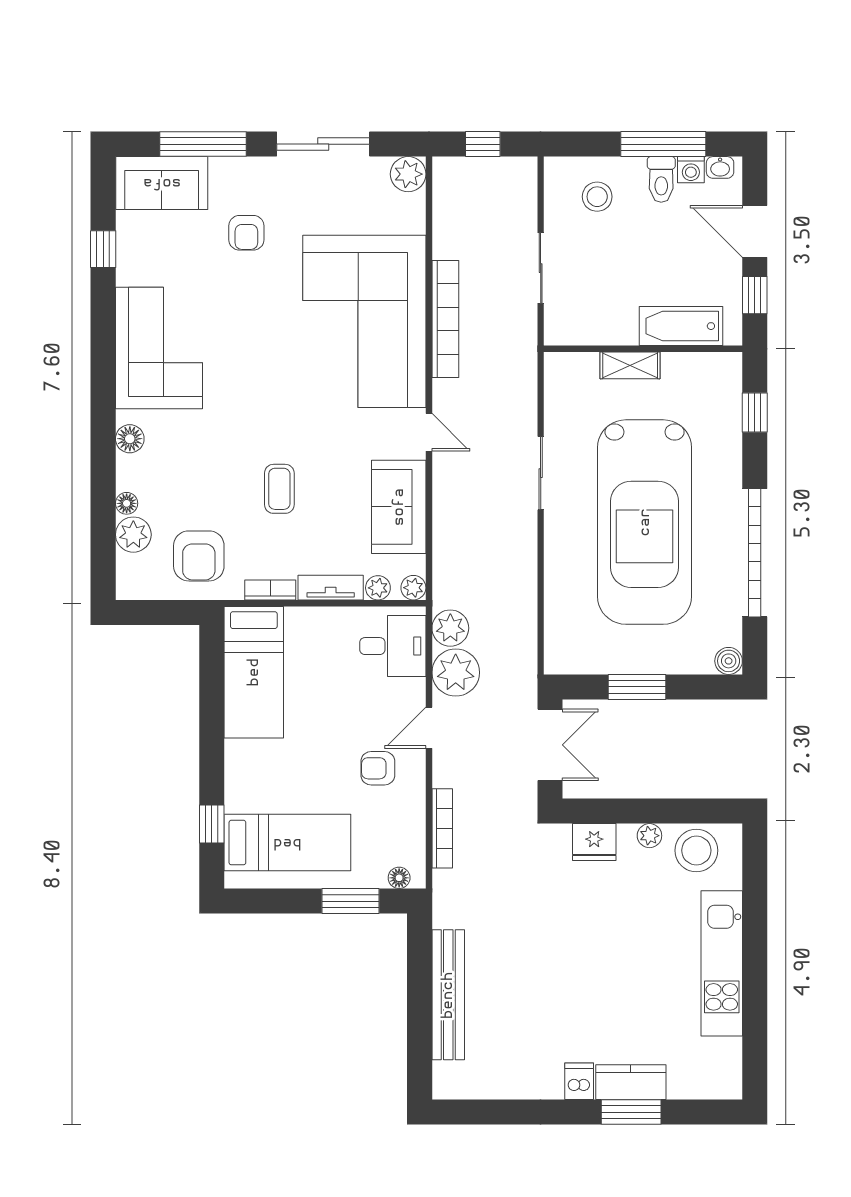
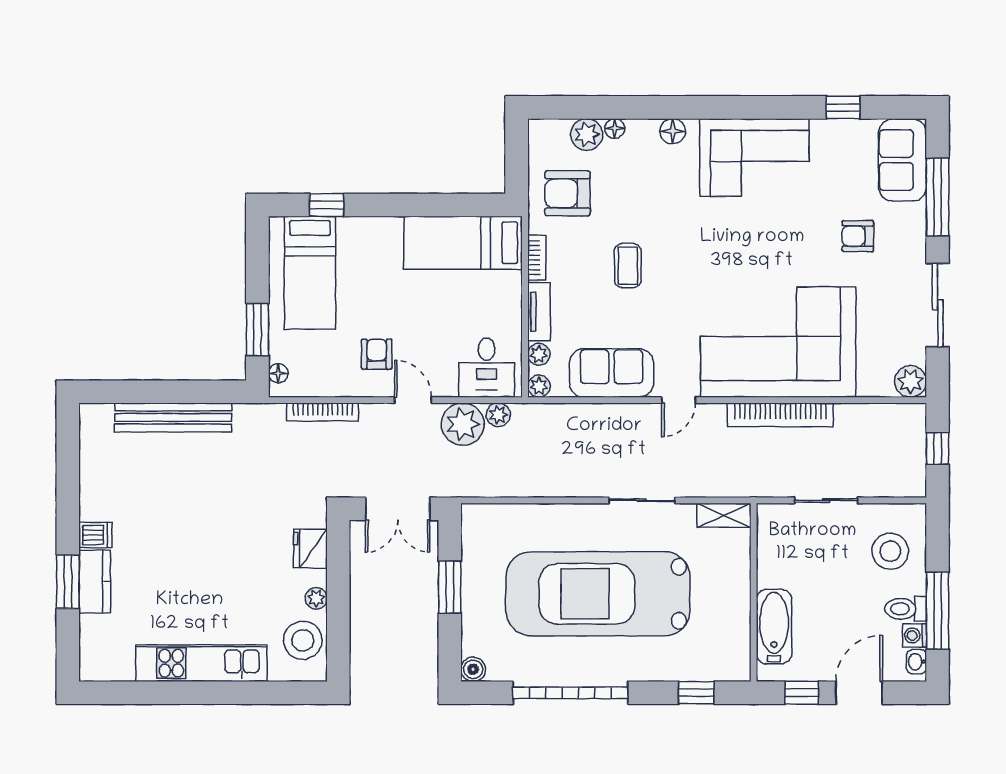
stool: (597, 197) -> (890, 551), width x1.38, depth x1.38
shelving: (630, 365) -> (724, 515), moved, turned 90
coffee table: (279, 489) -> (628, 266), turned 90
plant: (450, 628) -> (498, 415), width x0.73, depth x0.73

